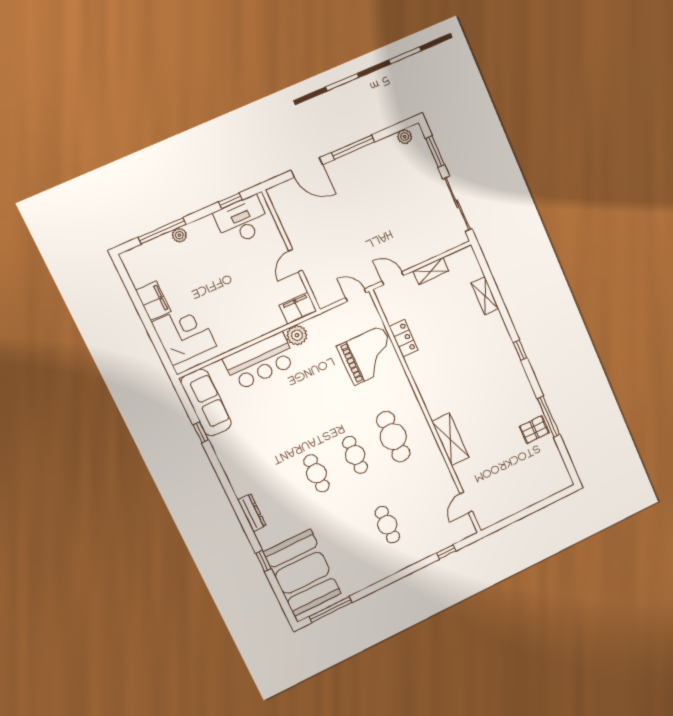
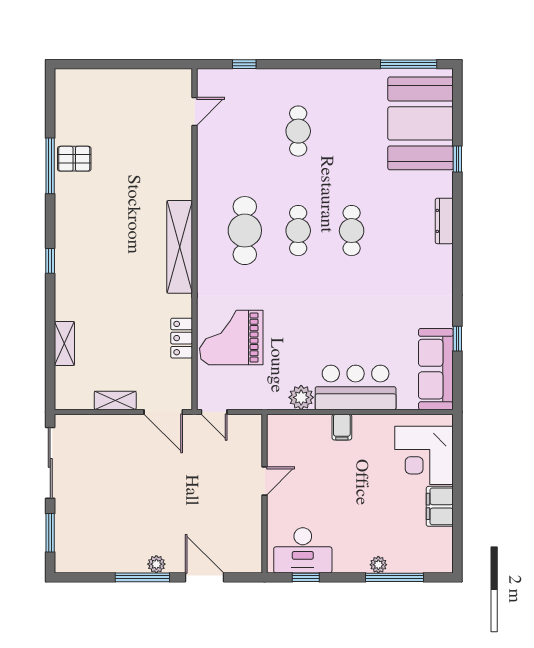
plant: (405, 137) -> (156, 564), moved
door: (393, 278) -> (163, 412), width x1.38
filing cabinet: (298, 308) -> (342, 427), moved, width x0.50
shelving: (450, 439) -> (180, 247), moved, width x1.47

